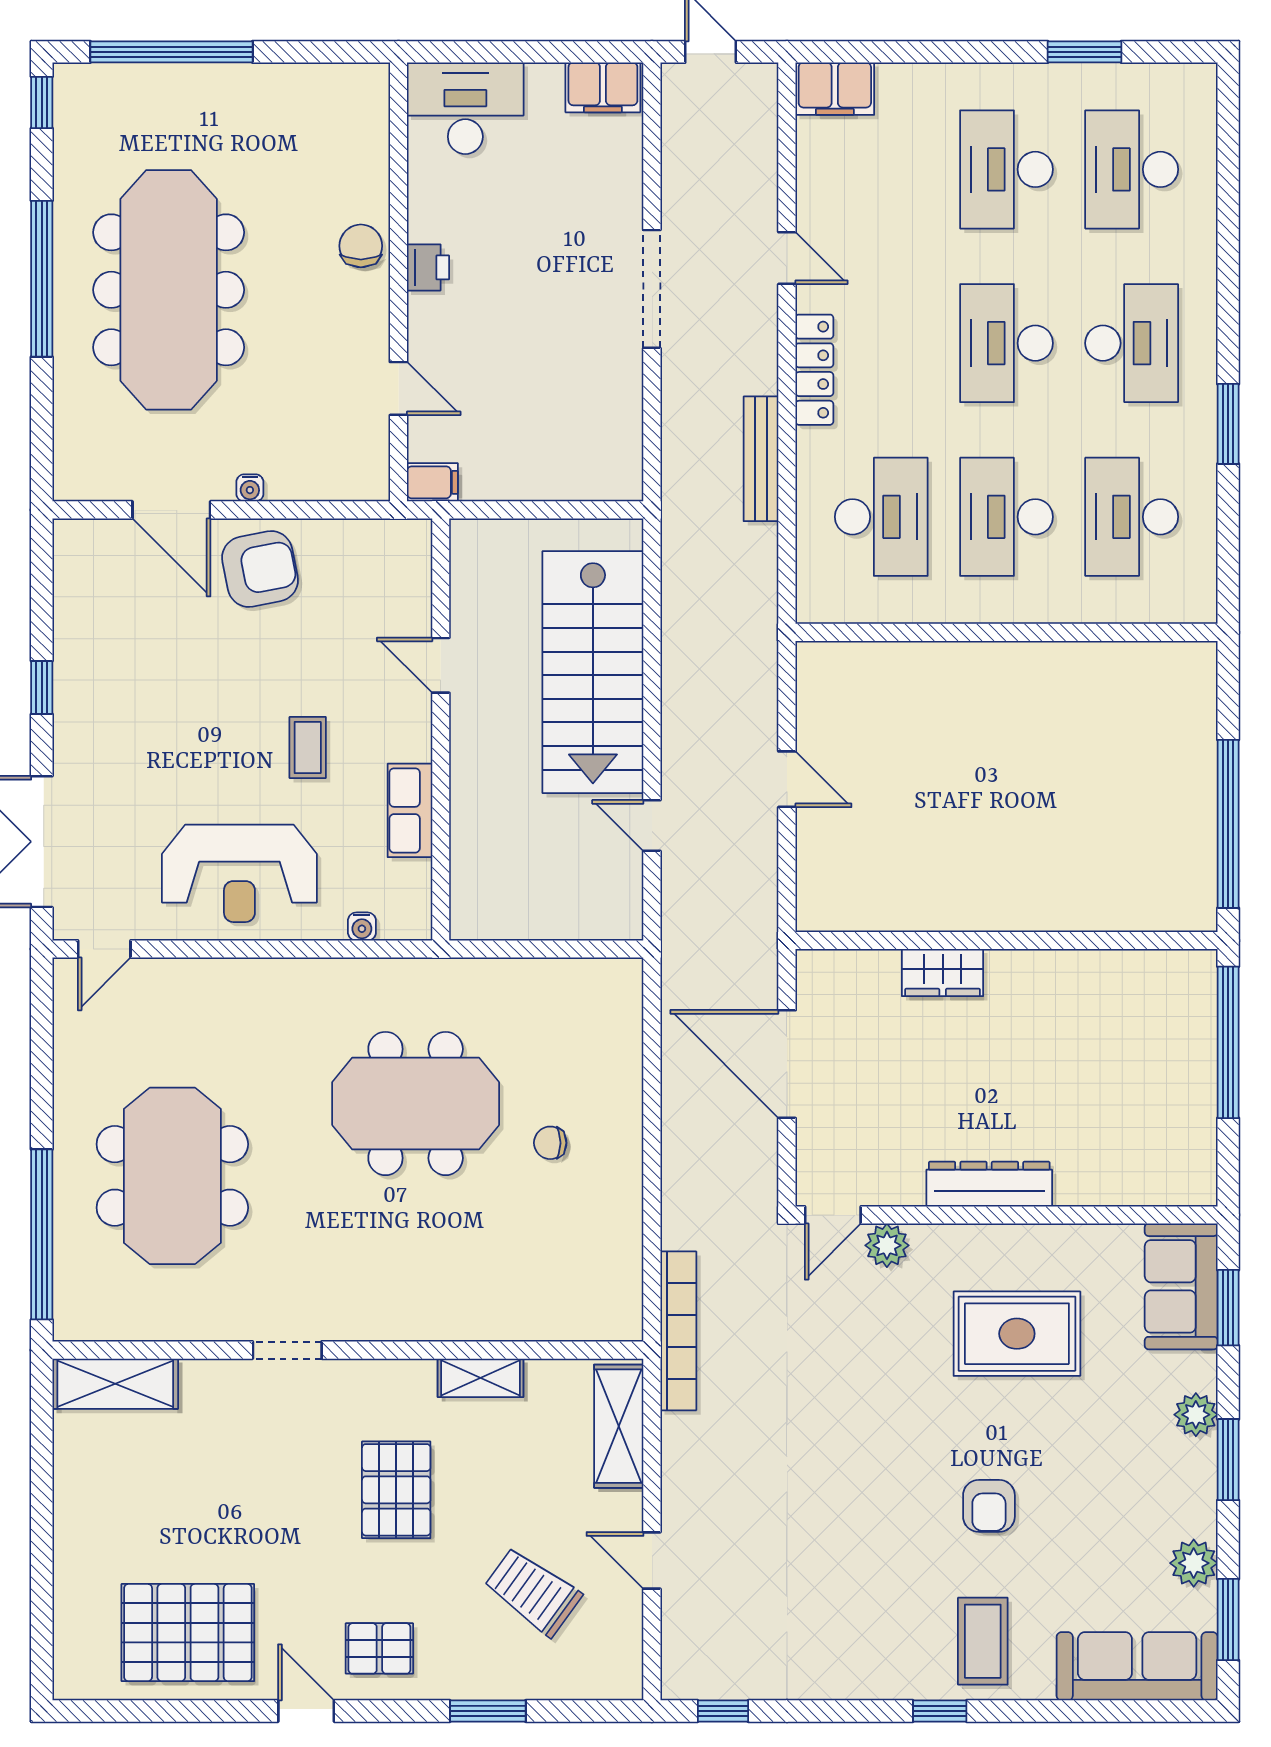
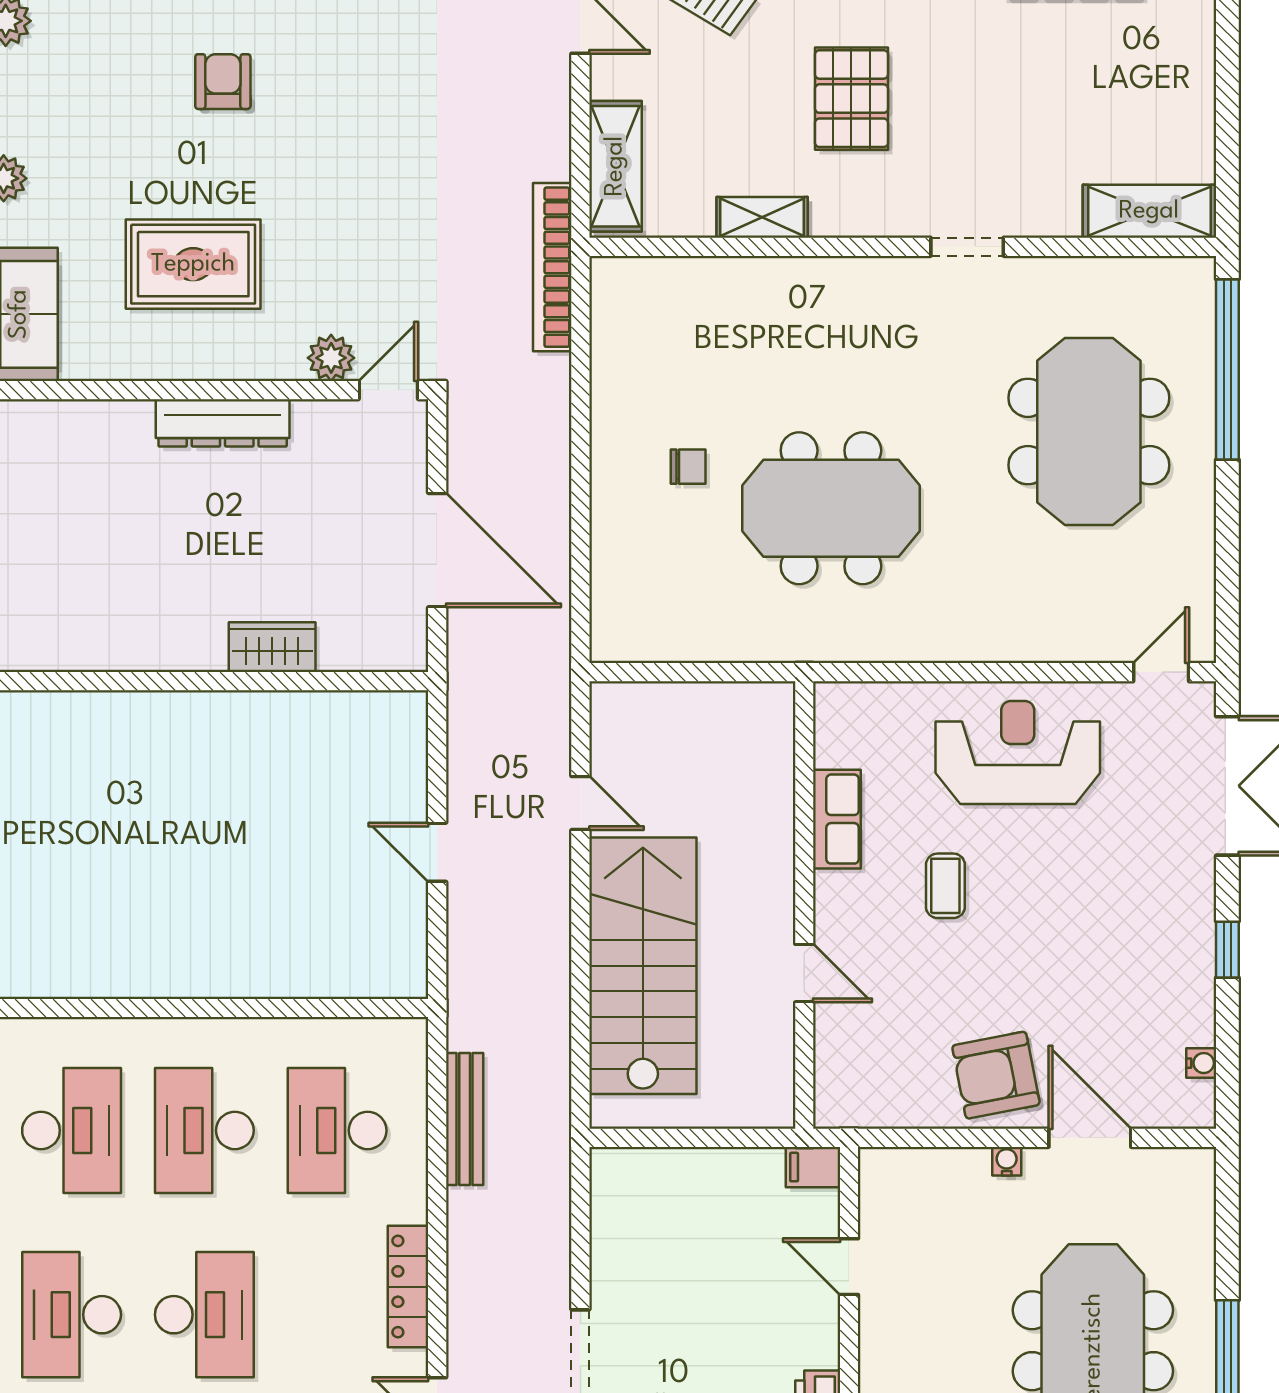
bench: (761, 459) -> (465, 1119), moved
desk: (1006, 517) -> (204, 1130), turned 180
water cooler: (362, 927) -> (1201, 1063), moved, turned 90

